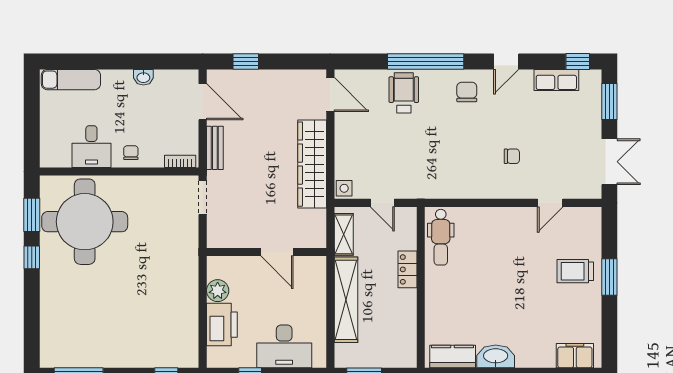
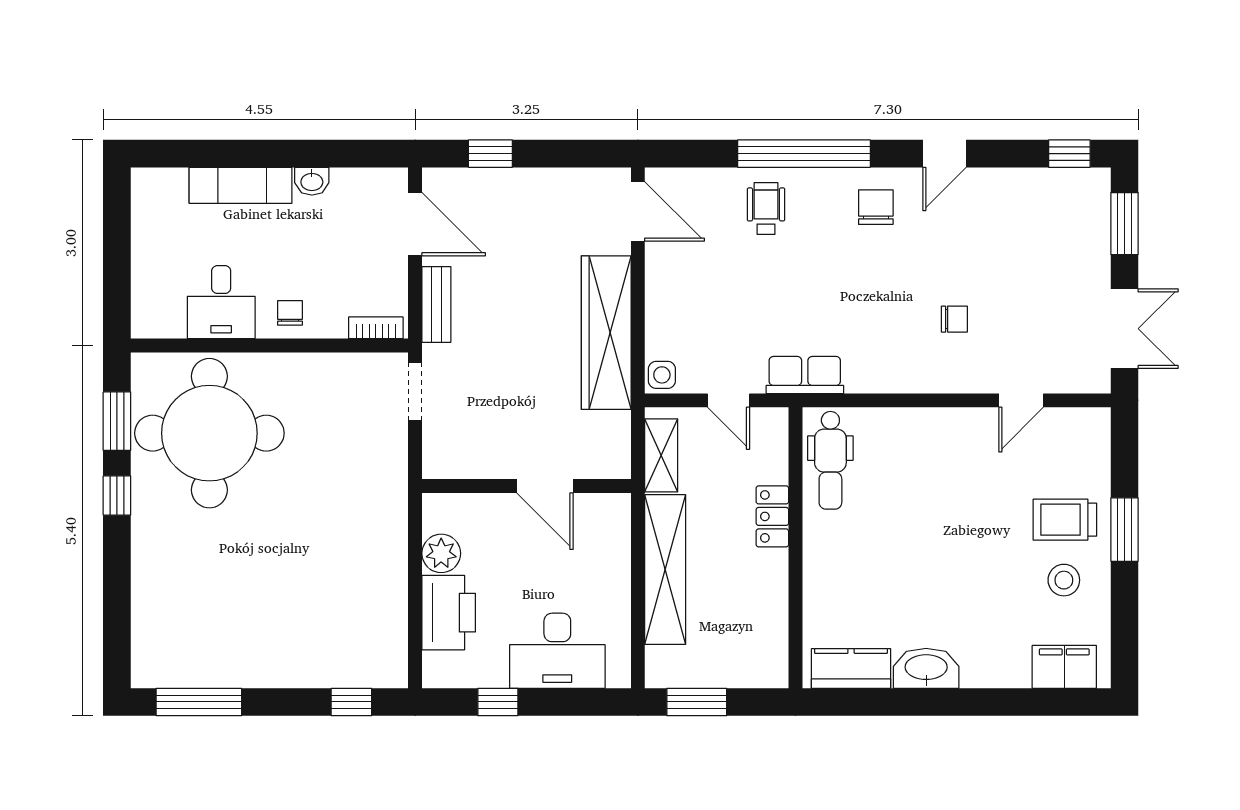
exam couch: (71, 80) -> (241, 185), moved
row of seats: (556, 80) -> (805, 375), moved, turned 180
wheelchair: (404, 93) -> (766, 209), width x0.73, depth x0.73
stool: (575, 306) -> (1064, 580), added

